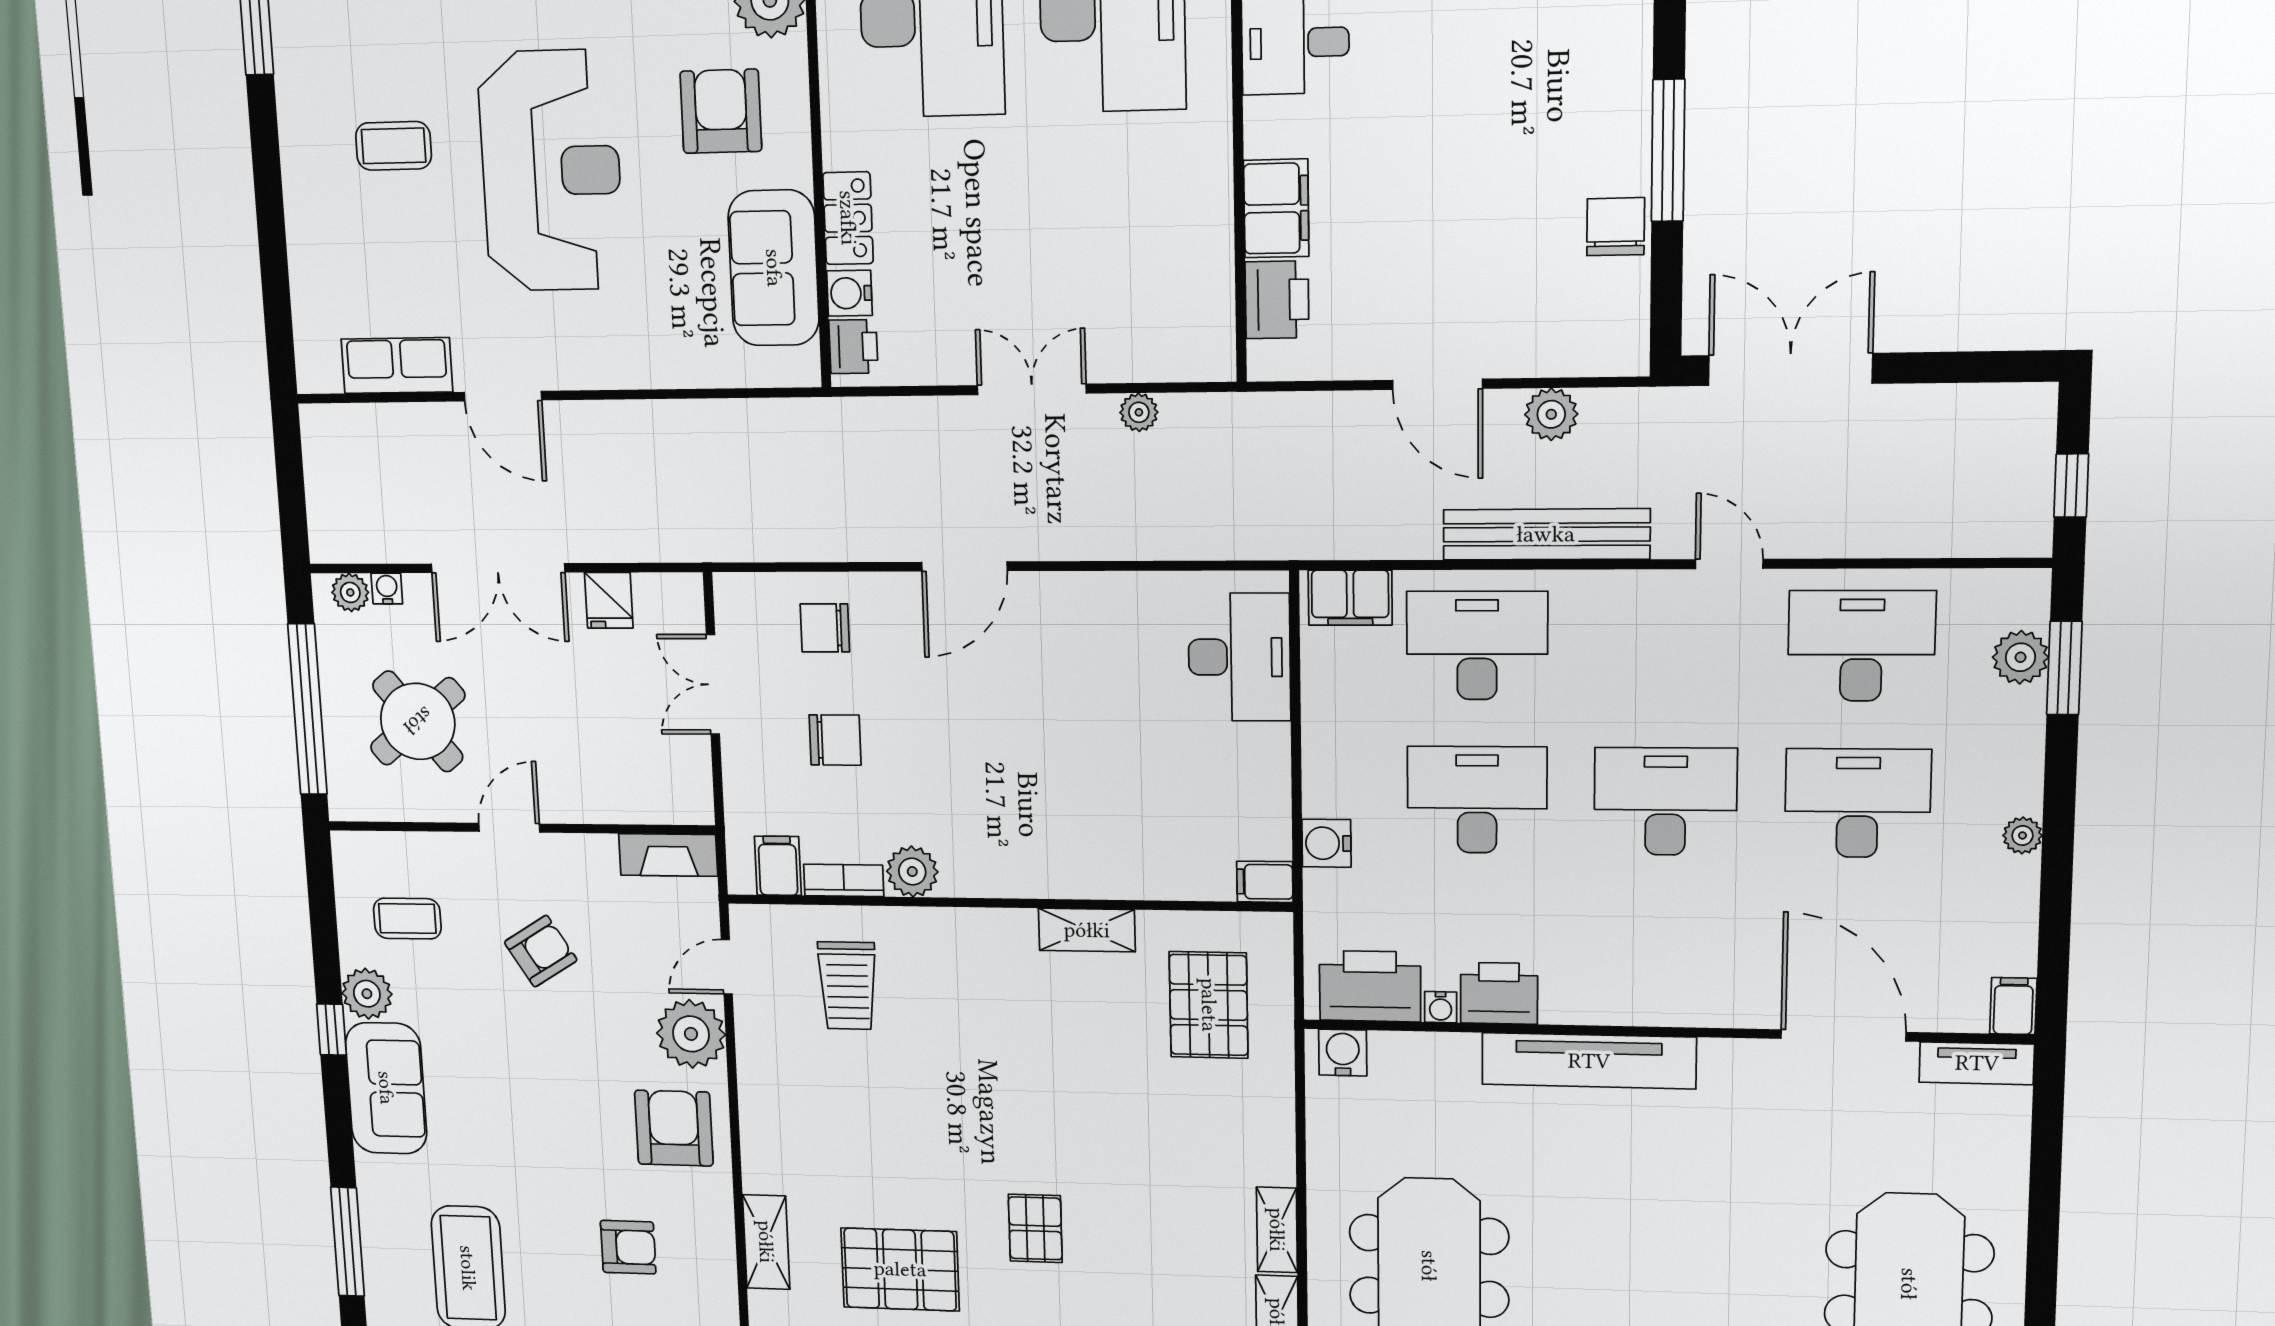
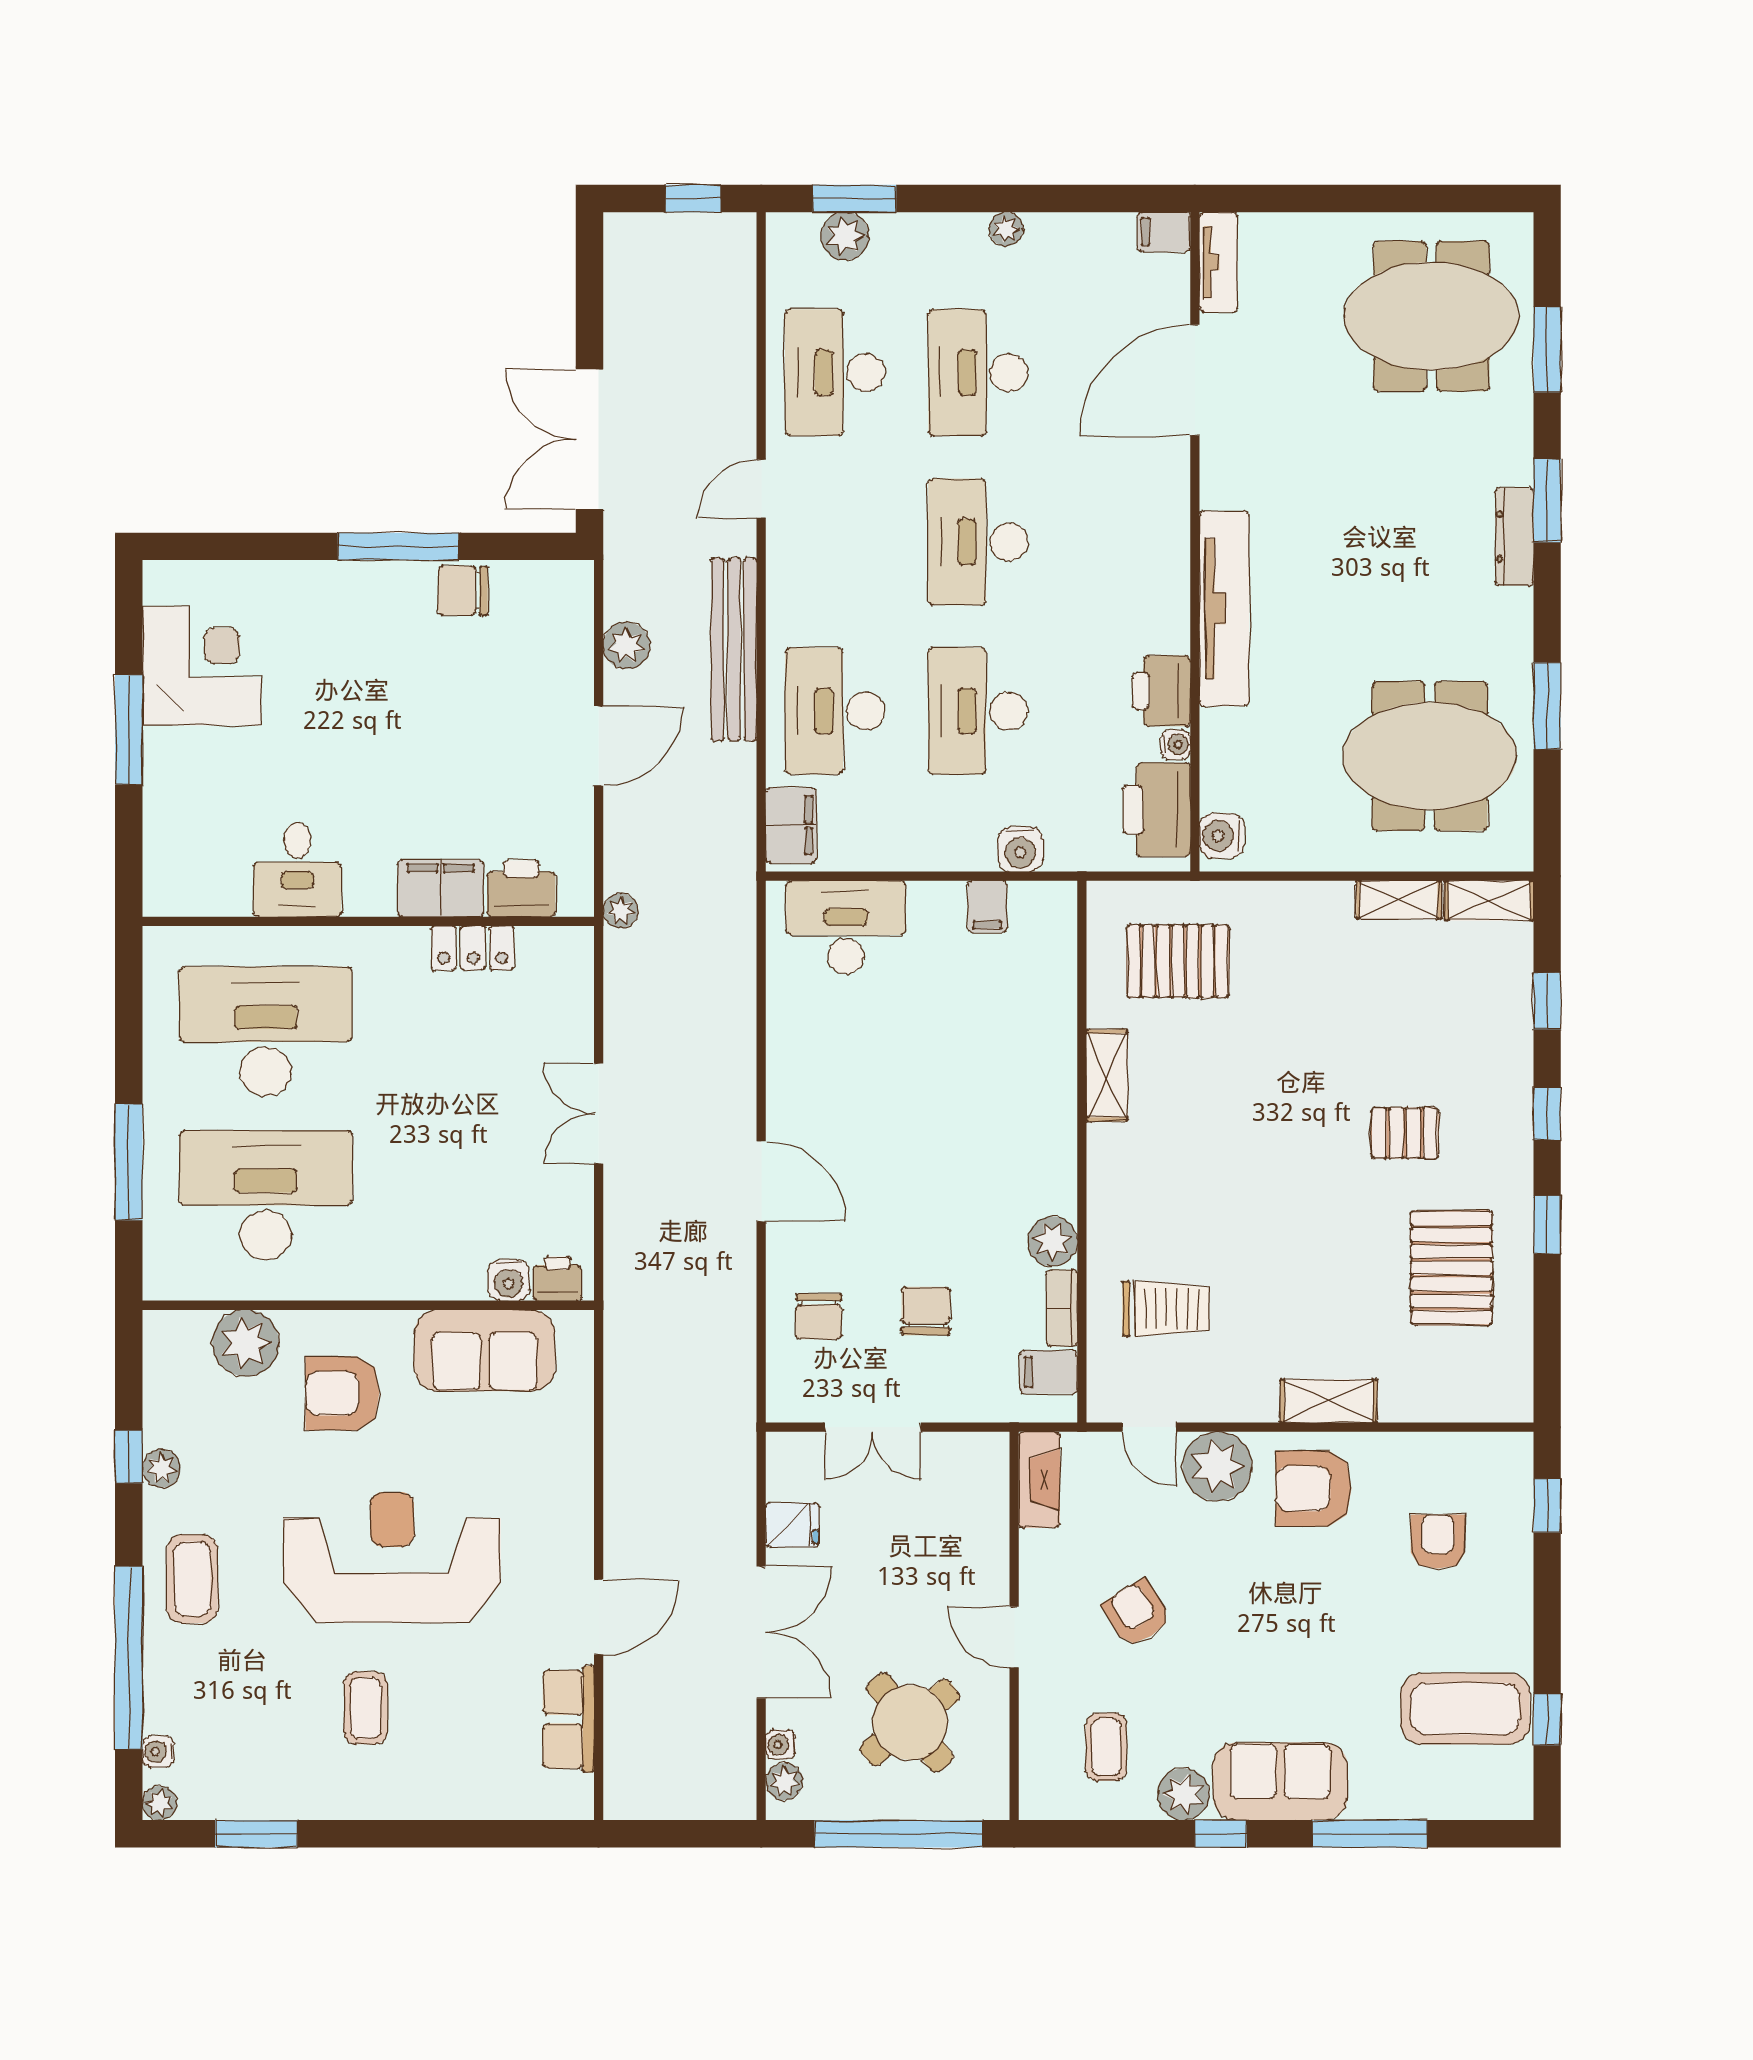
locker: (848, 218) -> (473, 948), moved, turned 180
plant: (1139, 412) -> (621, 911), moved
filing cabinet: (1265, 882) -> (987, 907), moved
window: (348, 1242) -> (1370, 1834), moved
shelving: (766, 1242) -> (1329, 1401), moved

